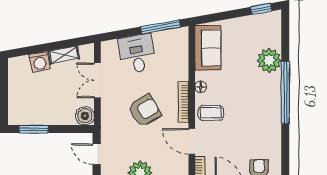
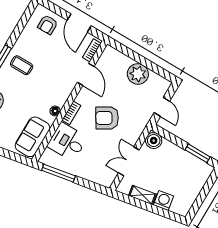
desk: (137, 54) -> (67, 142), moved, turned 100
double door: (97, 80) -> (129, 161), swing flipped
bookcase: (183, 102) -> (71, 113), width x0.64
coffee table: (211, 113) -> (22, 65), moved

